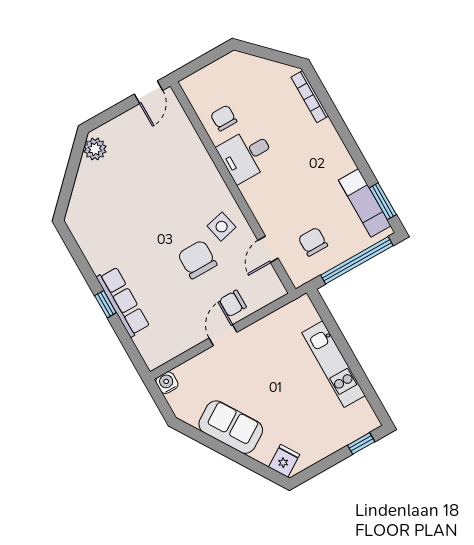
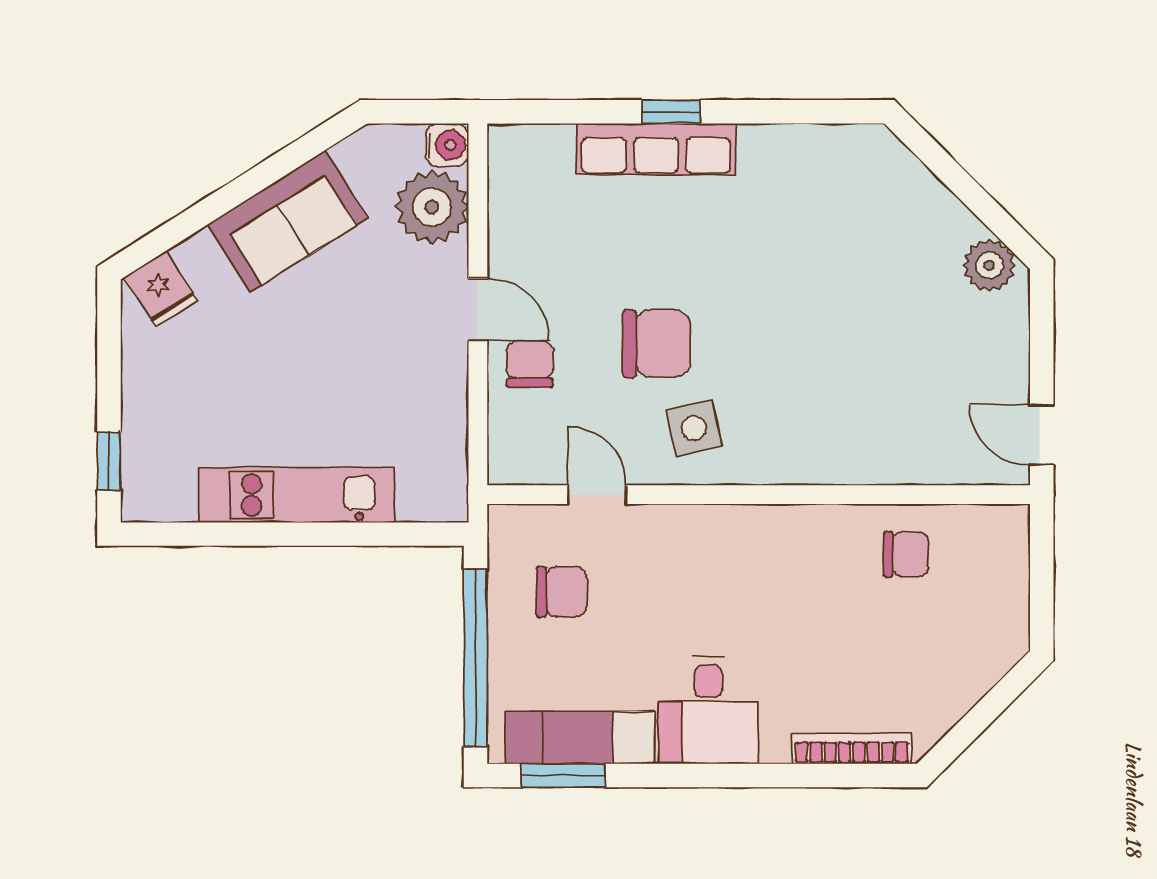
desk: (246, 155) -> (708, 710), moved, turned 180
plant: (194, 375) -> (432, 207), added

